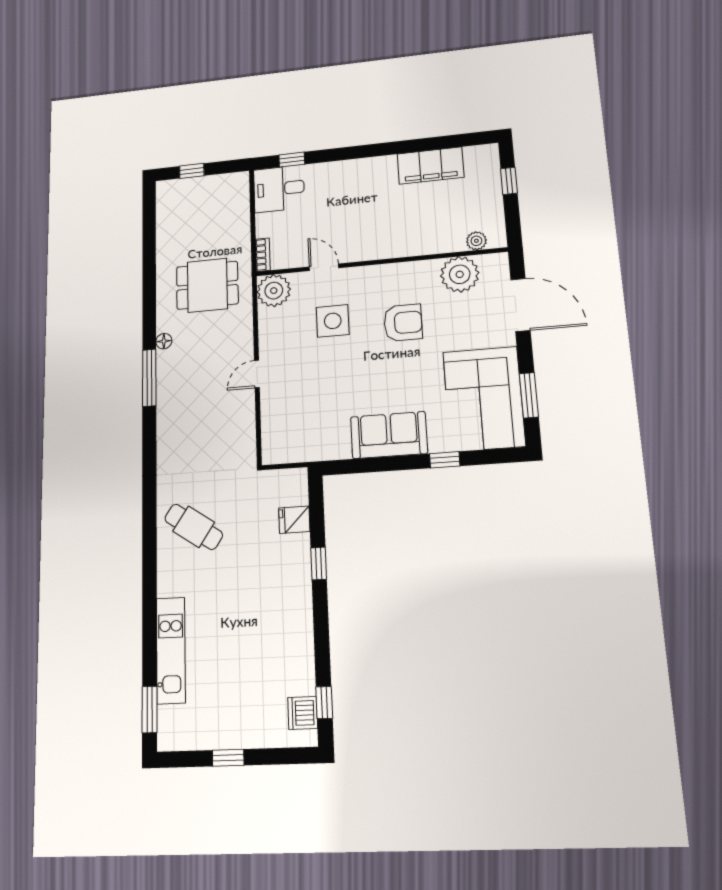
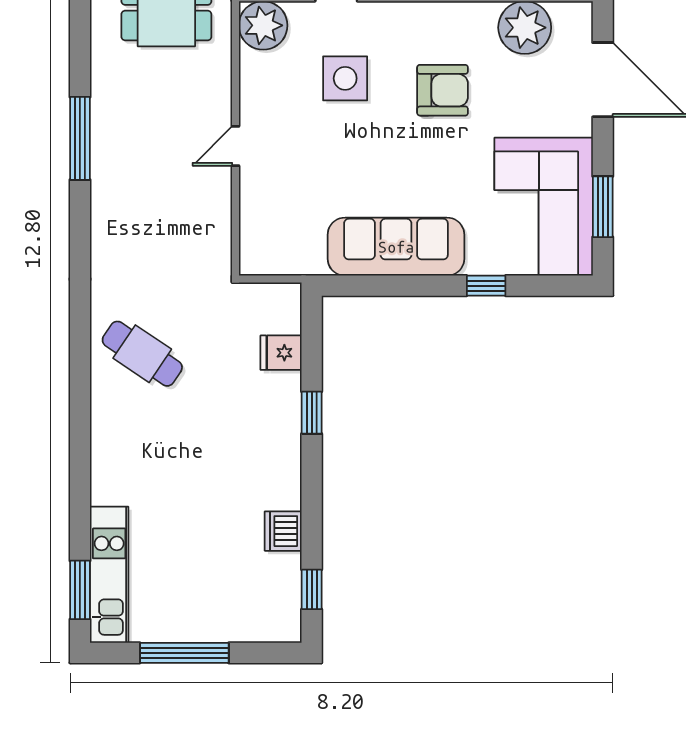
floor lamp: (164, 341) -> (102, 86), removed
sofa: (389, 435) -> (396, 247), width x1.36
kitchen unit: (171, 650) -> (109, 575), moved
dishwasher: (303, 713) -> (283, 531), moved
window: (228, 758) -> (184, 653), width x2.17

